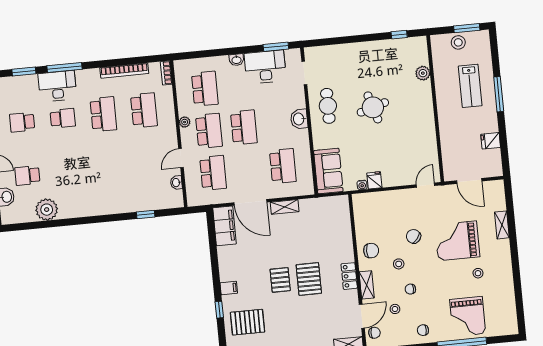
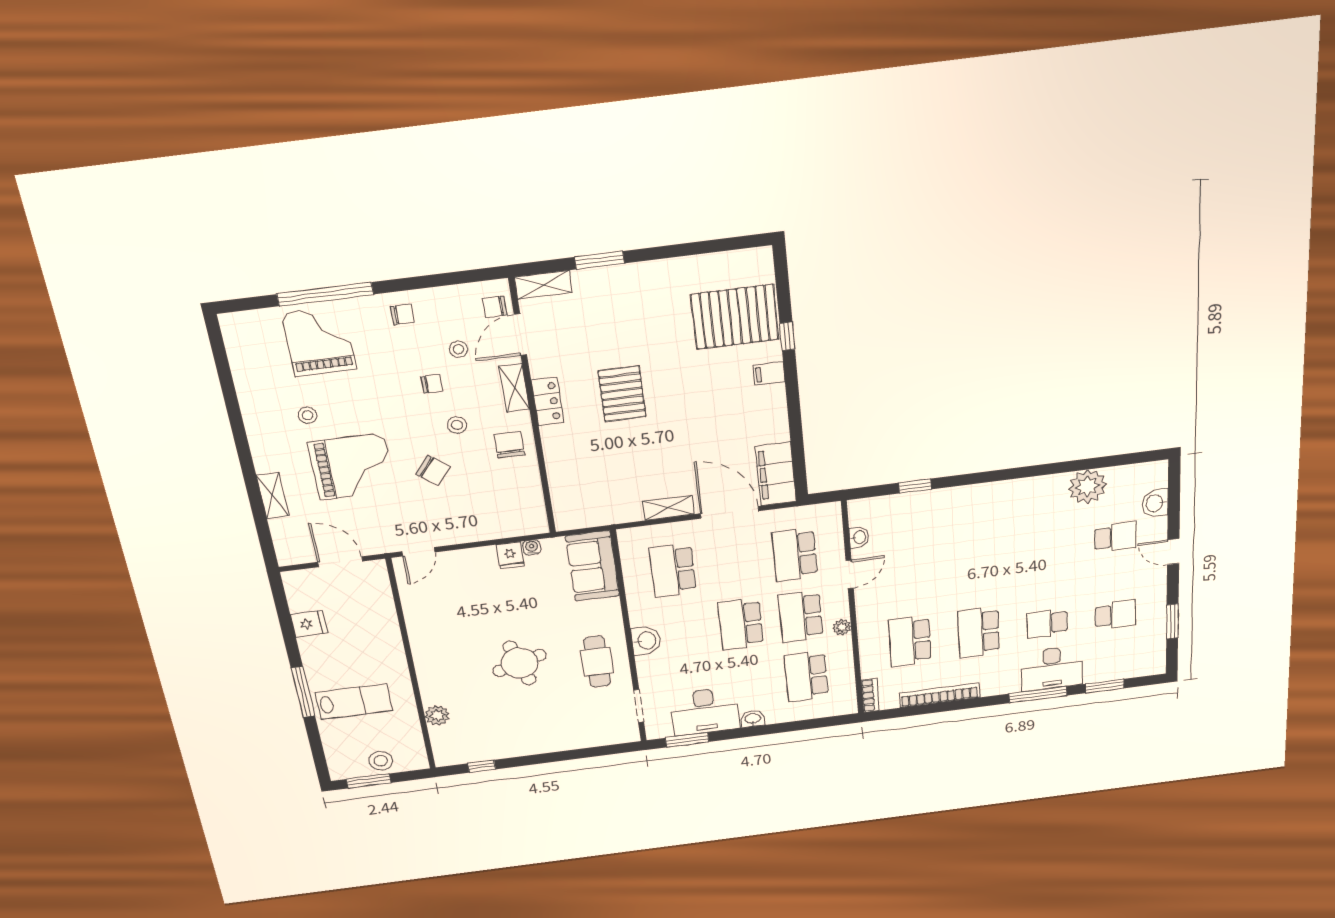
lab bench: (470, 86) -> (354, 702), turned 90
chair: (371, 251) -> (509, 445), turned 90
pallet: (280, 280) -> (675, 390), removed
pallet: (248, 322) -> (735, 317), width x1.37, depth x1.41

